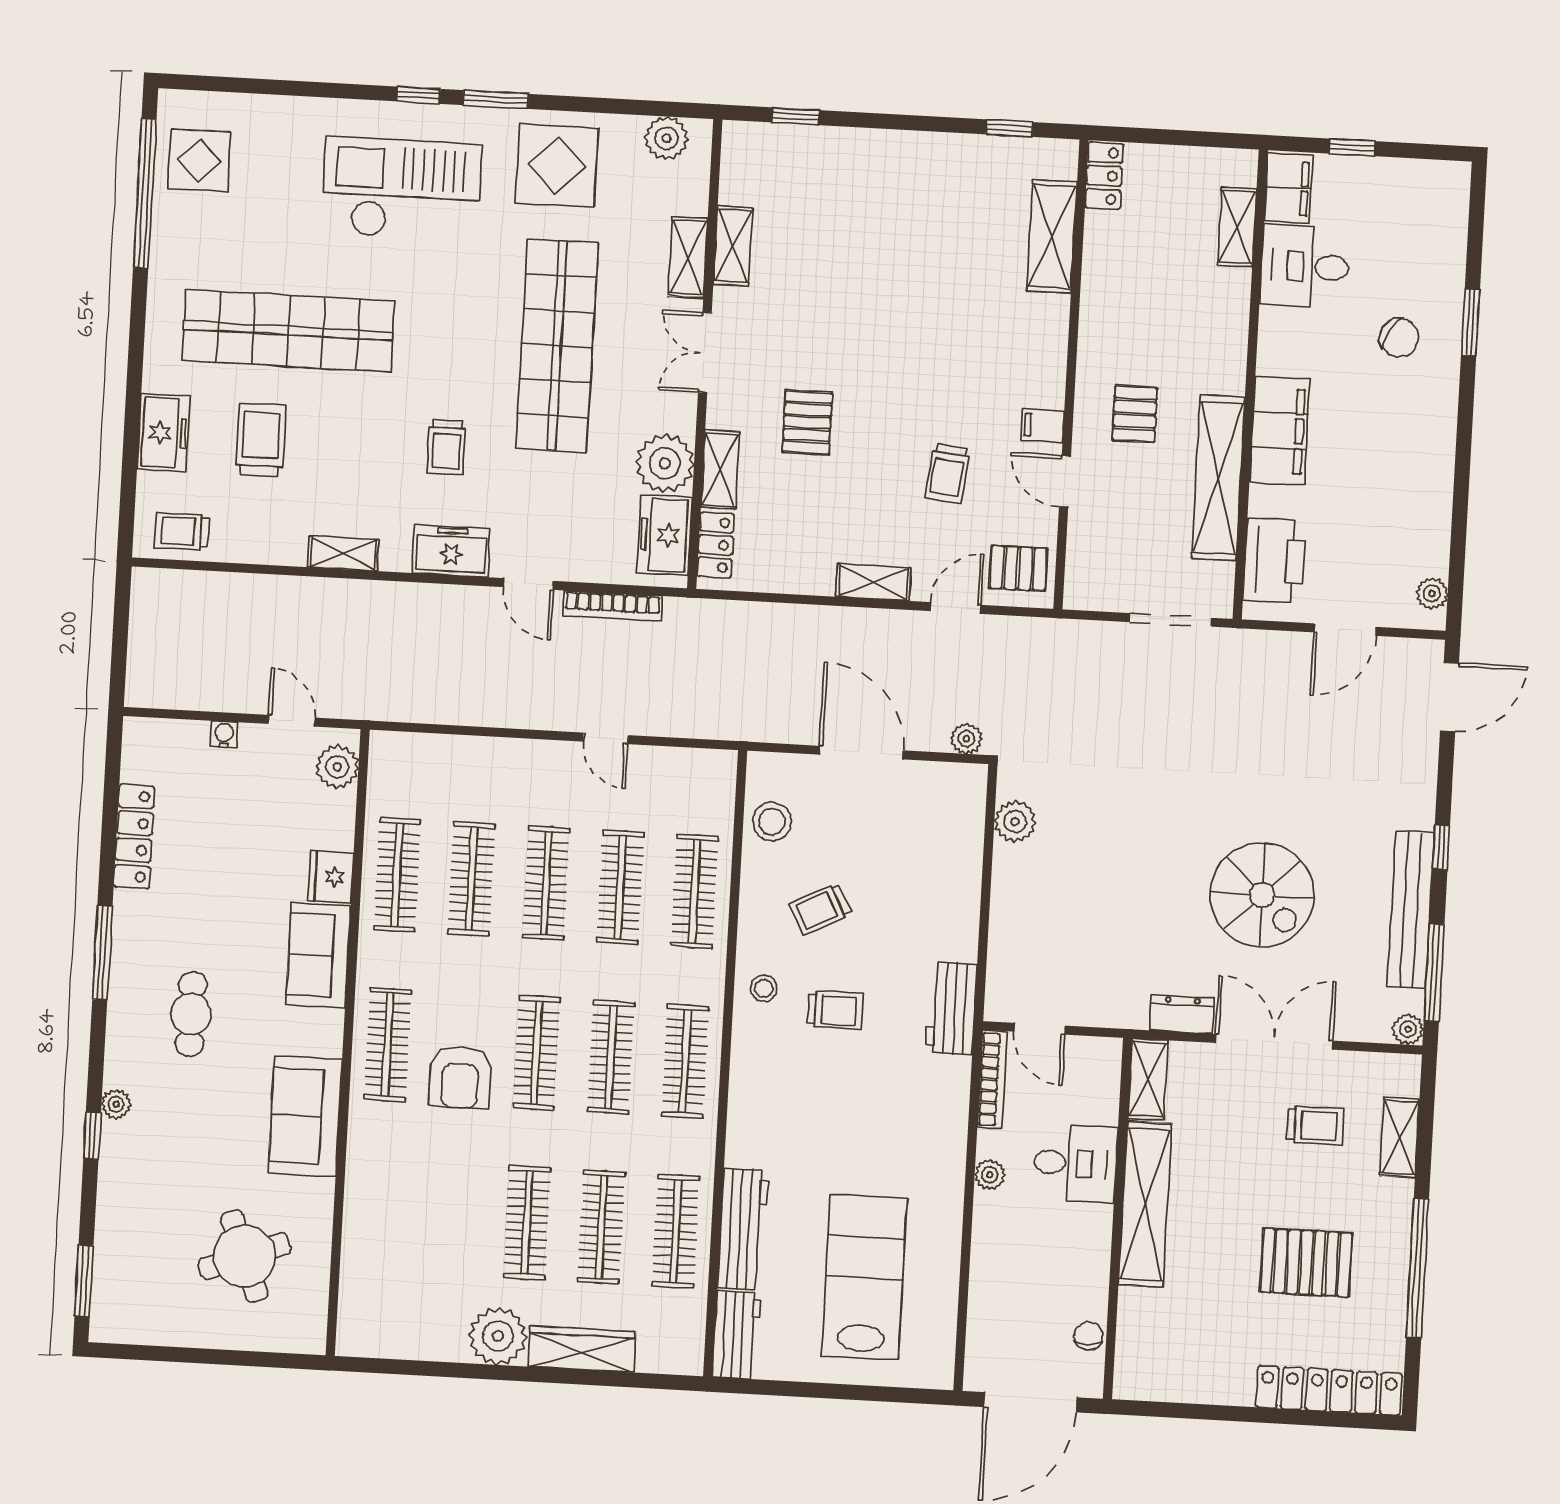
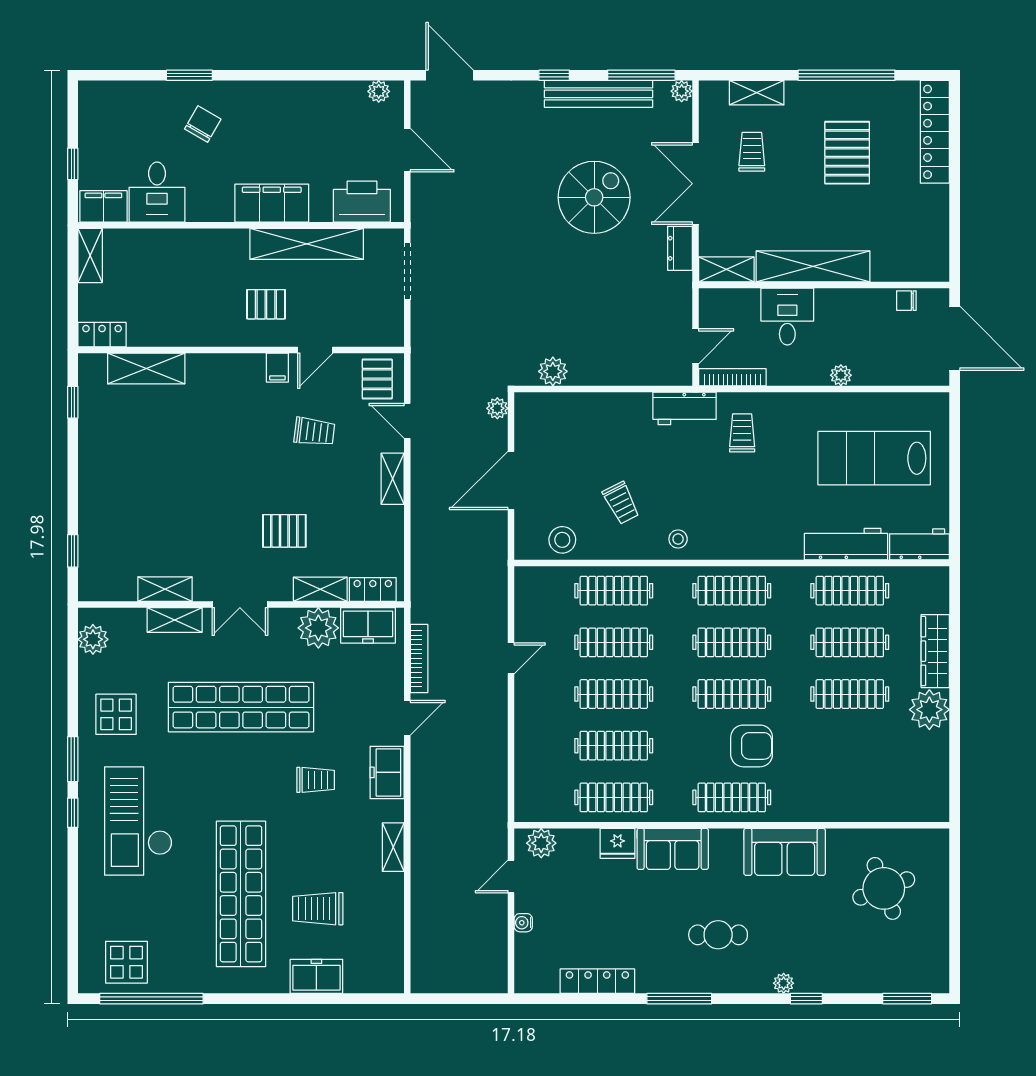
display table: (557, 165) -> (116, 714), width x0.73, depth x0.73
shelving: (1237, 227) -> (90, 256), moved, turned 90
trolley: (182, 531) -> (384, 960), removed
trolley: (835, 1010) -> (742, 433), moved
plant: (990, 1175) -> (841, 375), moved

